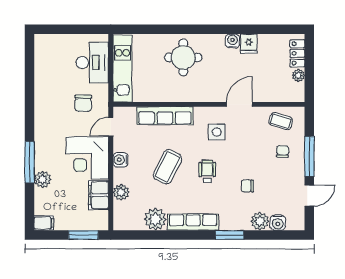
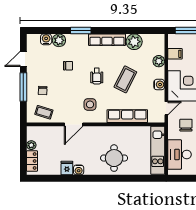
filing cabinet: (99, 195) -> (175, 54), width x0.50

